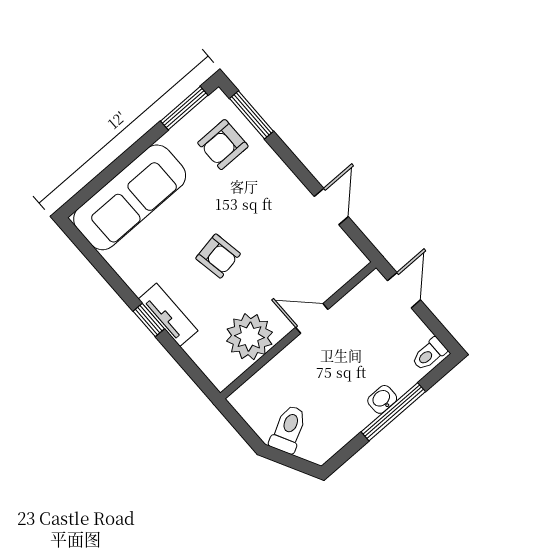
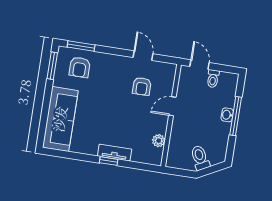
armchair: (218, 256) -> (142, 86), moved, turned 100
plant: (249, 337) -> (159, 141), width x0.53, depth x0.53
toilet: (429, 354) -> (213, 79), moved

